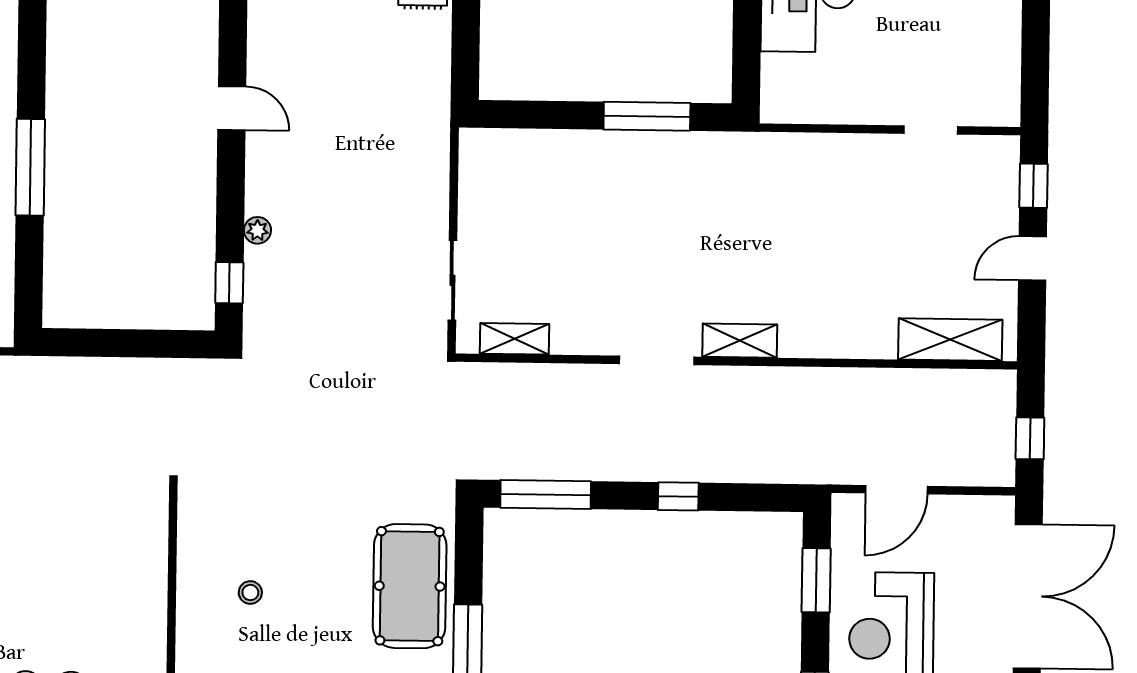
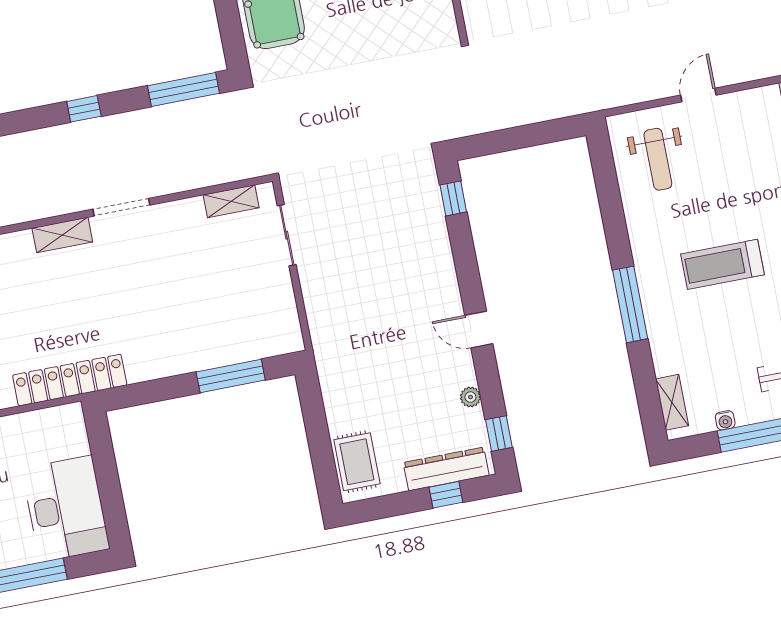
window: (647, 116) -> (231, 376), moved
locker: (769, 153) -> (70, 380), added
window: (30, 167) -> (630, 304), moved
plant: (257, 230) -> (470, 397), moved

